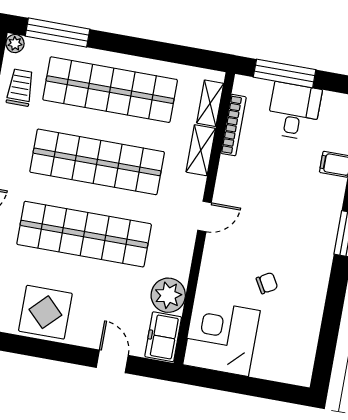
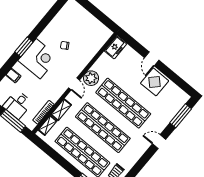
door: (204, 217) -> (74, 84), swing flipped
plant: (168, 295) -> (91, 78), moved
corner desk: (221, 338) -> (38, 59), moved, turned -90
door: (112, 361) -> (152, 59), moved

